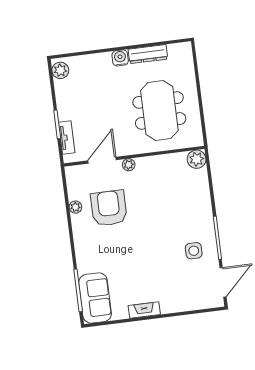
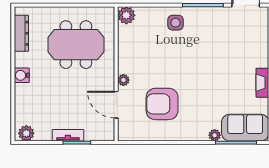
dresser: (148, 54) -> (21, 33), moved
tv unit: (67, 138) -> (68, 135), moved
plant: (75, 207) -> (215, 135), moved
side table: (194, 251) -> (175, 23), moved

